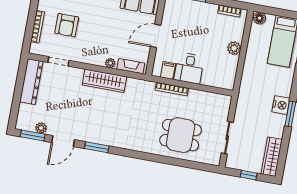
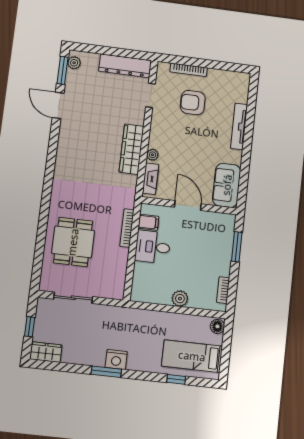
plant: (41, 128) -> (74, 63), moved
window: (97, 147) -> (53, 145), removed
wardrobe: (272, 157) -> (46, 352), width x0.67

